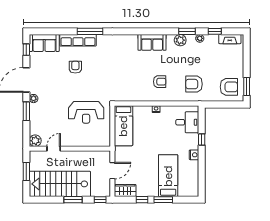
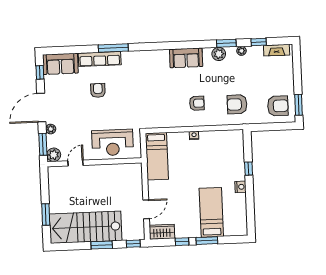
desk: (187, 122) -> (231, 149), removed
plant: (35, 141) -> (54, 155), moved
door: (54, 149) -> (76, 163), moved
wall: (70, 149) -> (94, 162), moved

